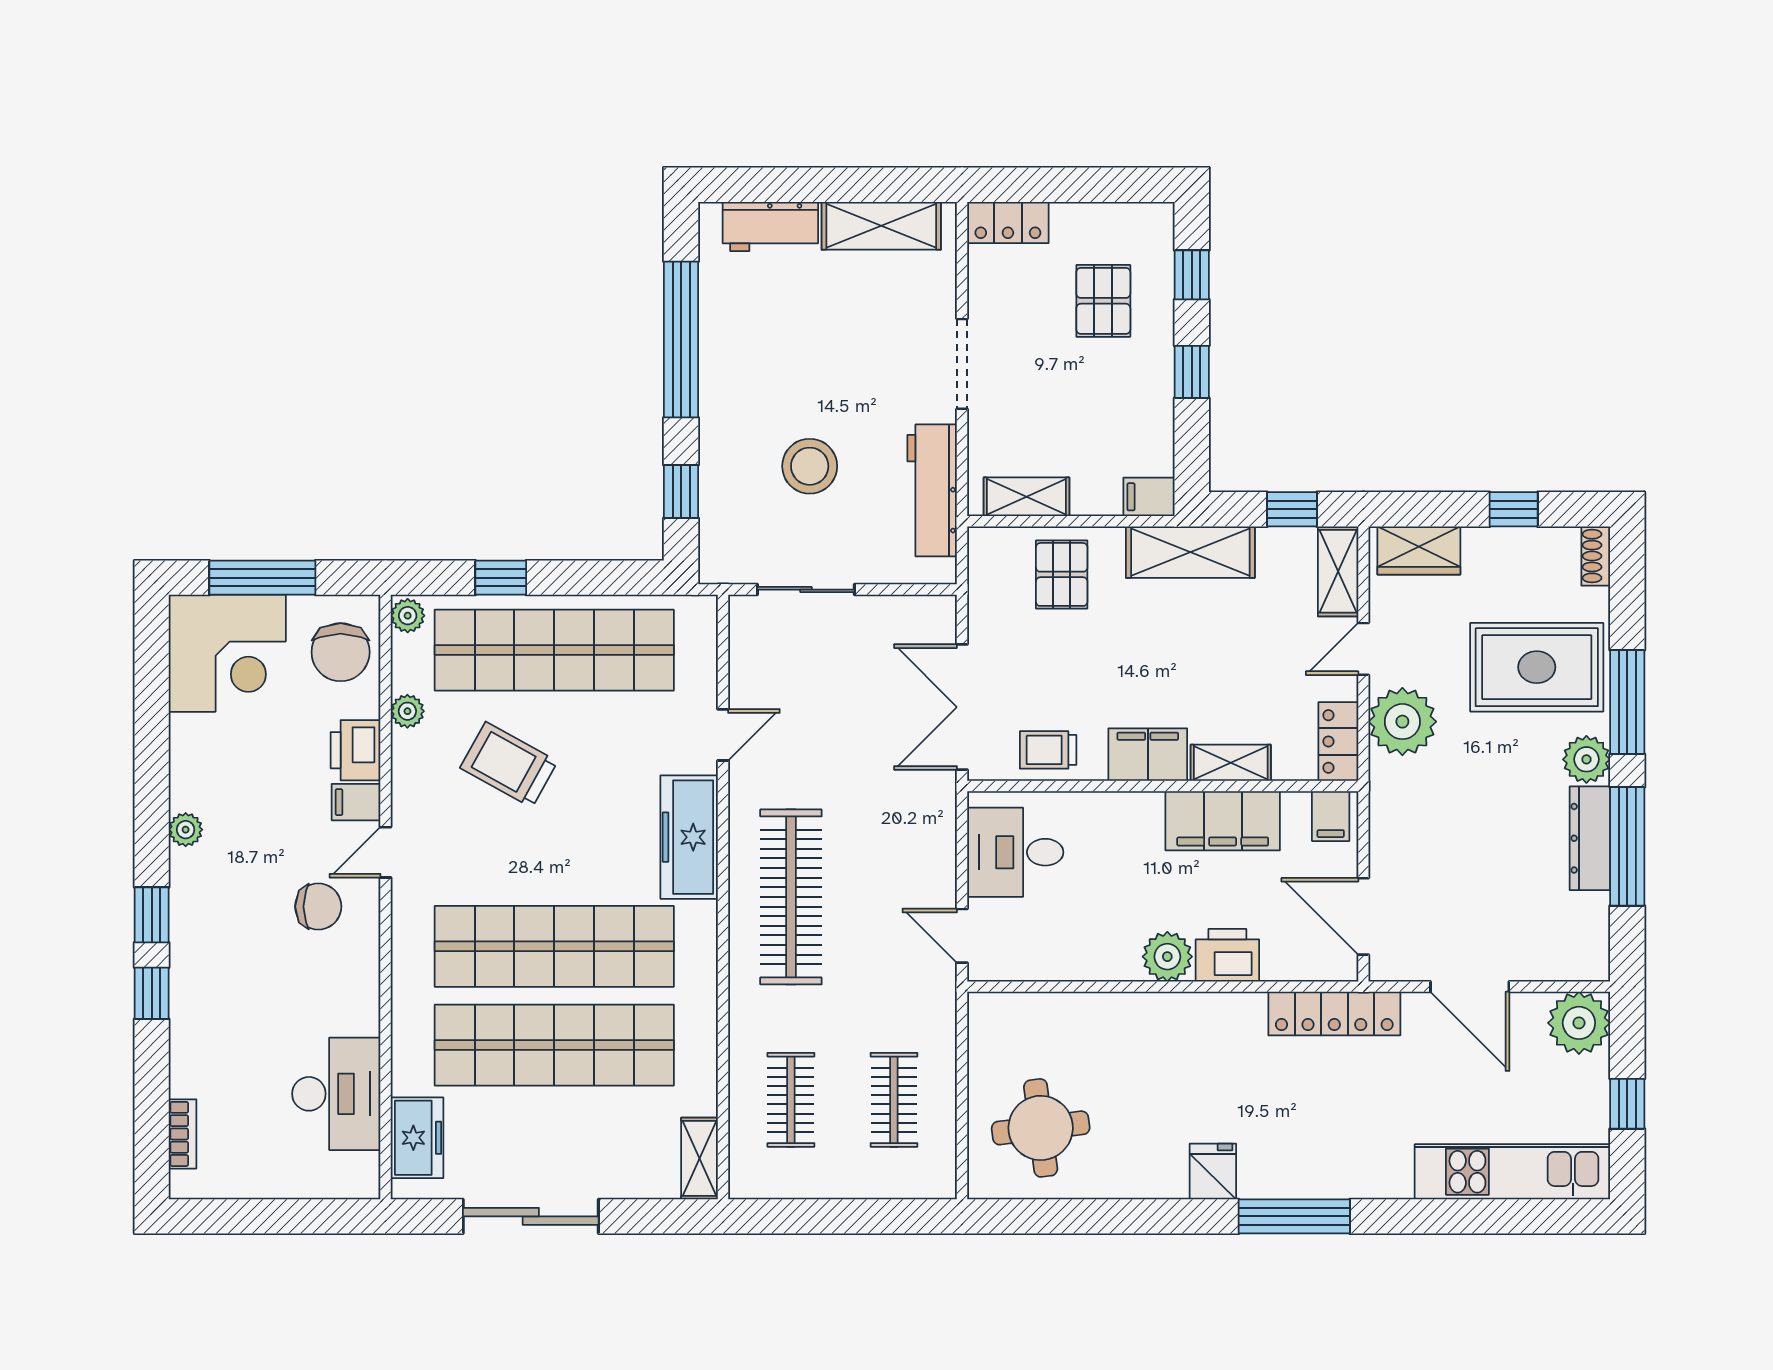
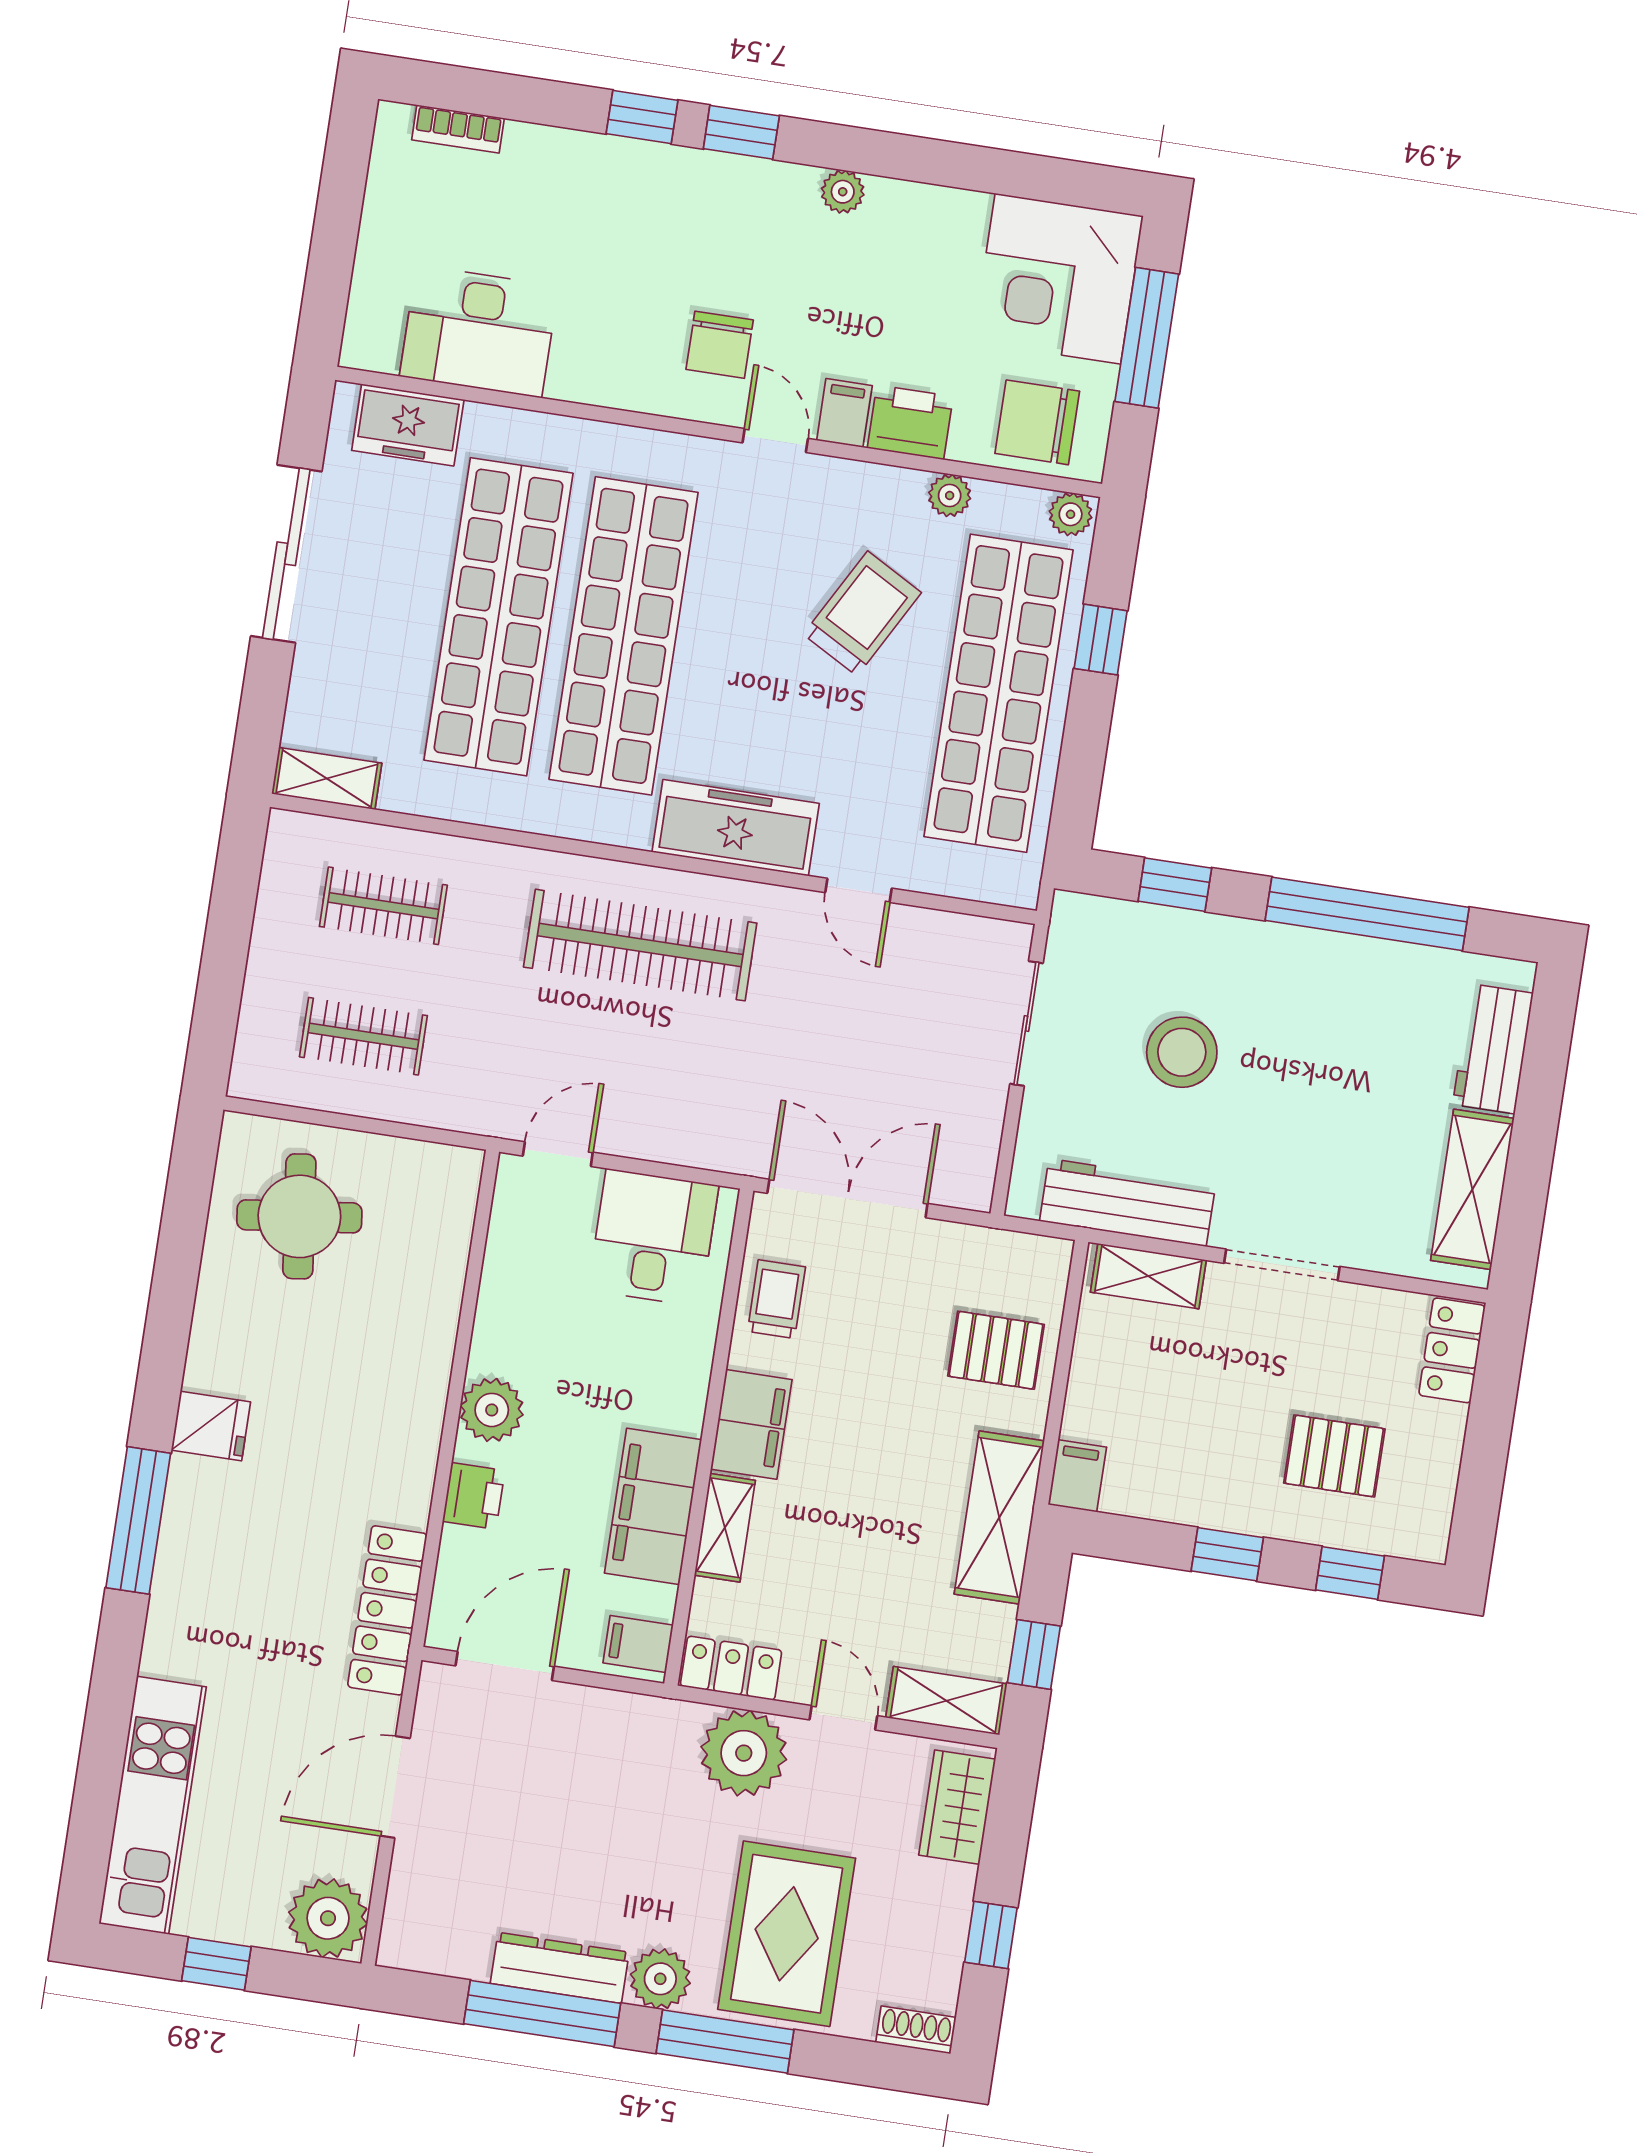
shelving: (1026, 497) -> (1148, 1276), moved, turned 90
printer: (1227, 955) -> (474, 1496), width x0.73, depth x0.81

